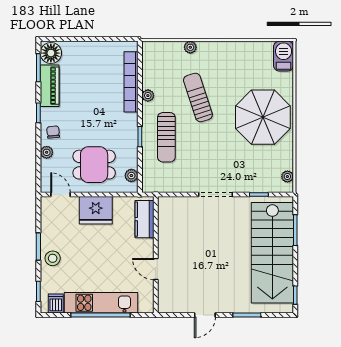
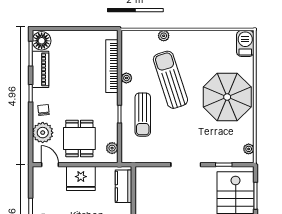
sun lounger: (198, 98) -> (170, 80), width x1.36, depth x1.34
plant: (47, 152) -> (43, 133), width x1.88, depth x1.88
dining table: (94, 165) -> (79, 138), turned 90

